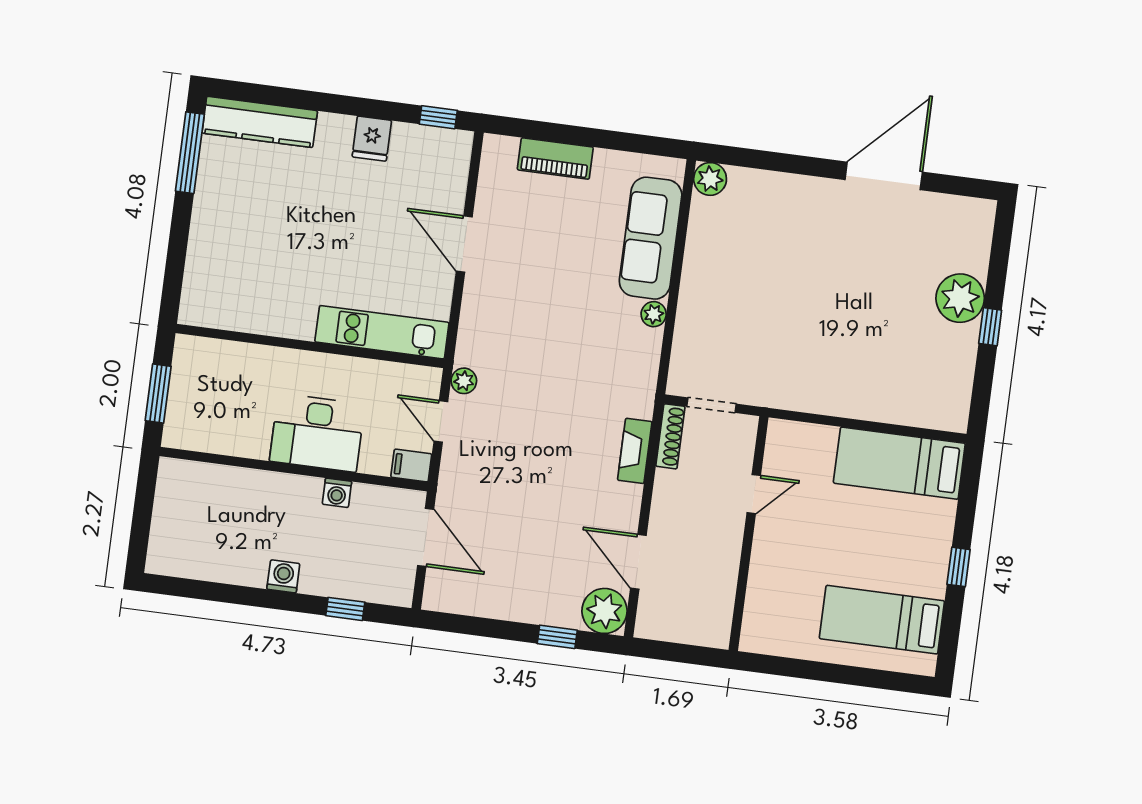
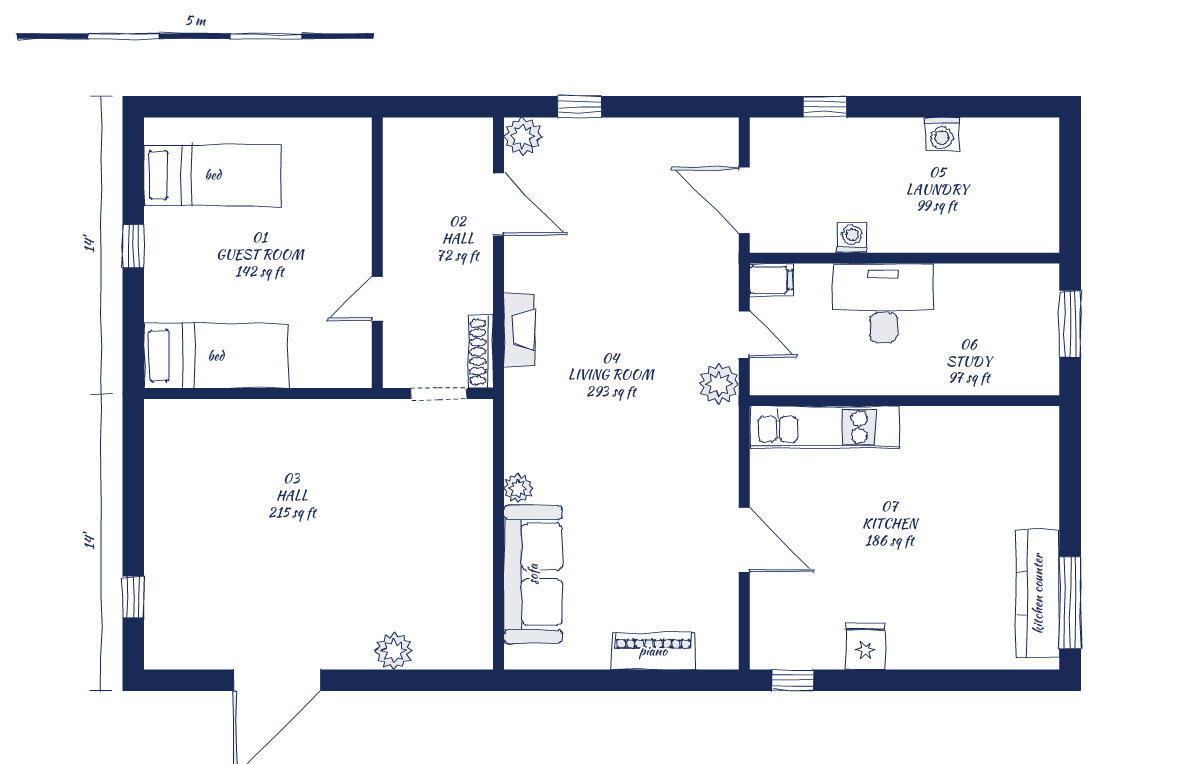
kitchen counter: (260, 122) -> (1038, 594), moved, turned -90
plant: (710, 179) -> (394, 651), moved
plant: (960, 298) -> (172, 553), removed
window: (990, 327) -> (133, 597), moved
plant: (464, 381) -> (719, 384), width x1.38, depth x1.38
washing machine: (283, 576) -> (942, 134), moved
plant: (605, 611) -> (523, 136), width x0.73, depth x0.73

